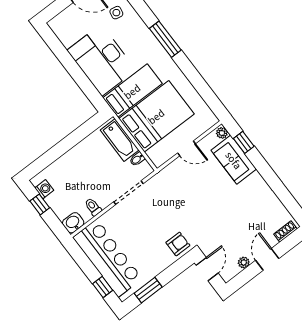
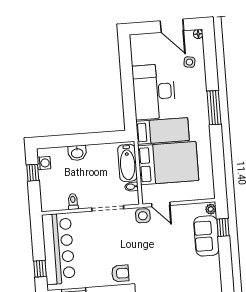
door: (187, 148) -> (161, 204), moved
side table: (164, 179) -> (143, 216), added
washbasin: (73, 223) -> (77, 153), moved, turned 180

